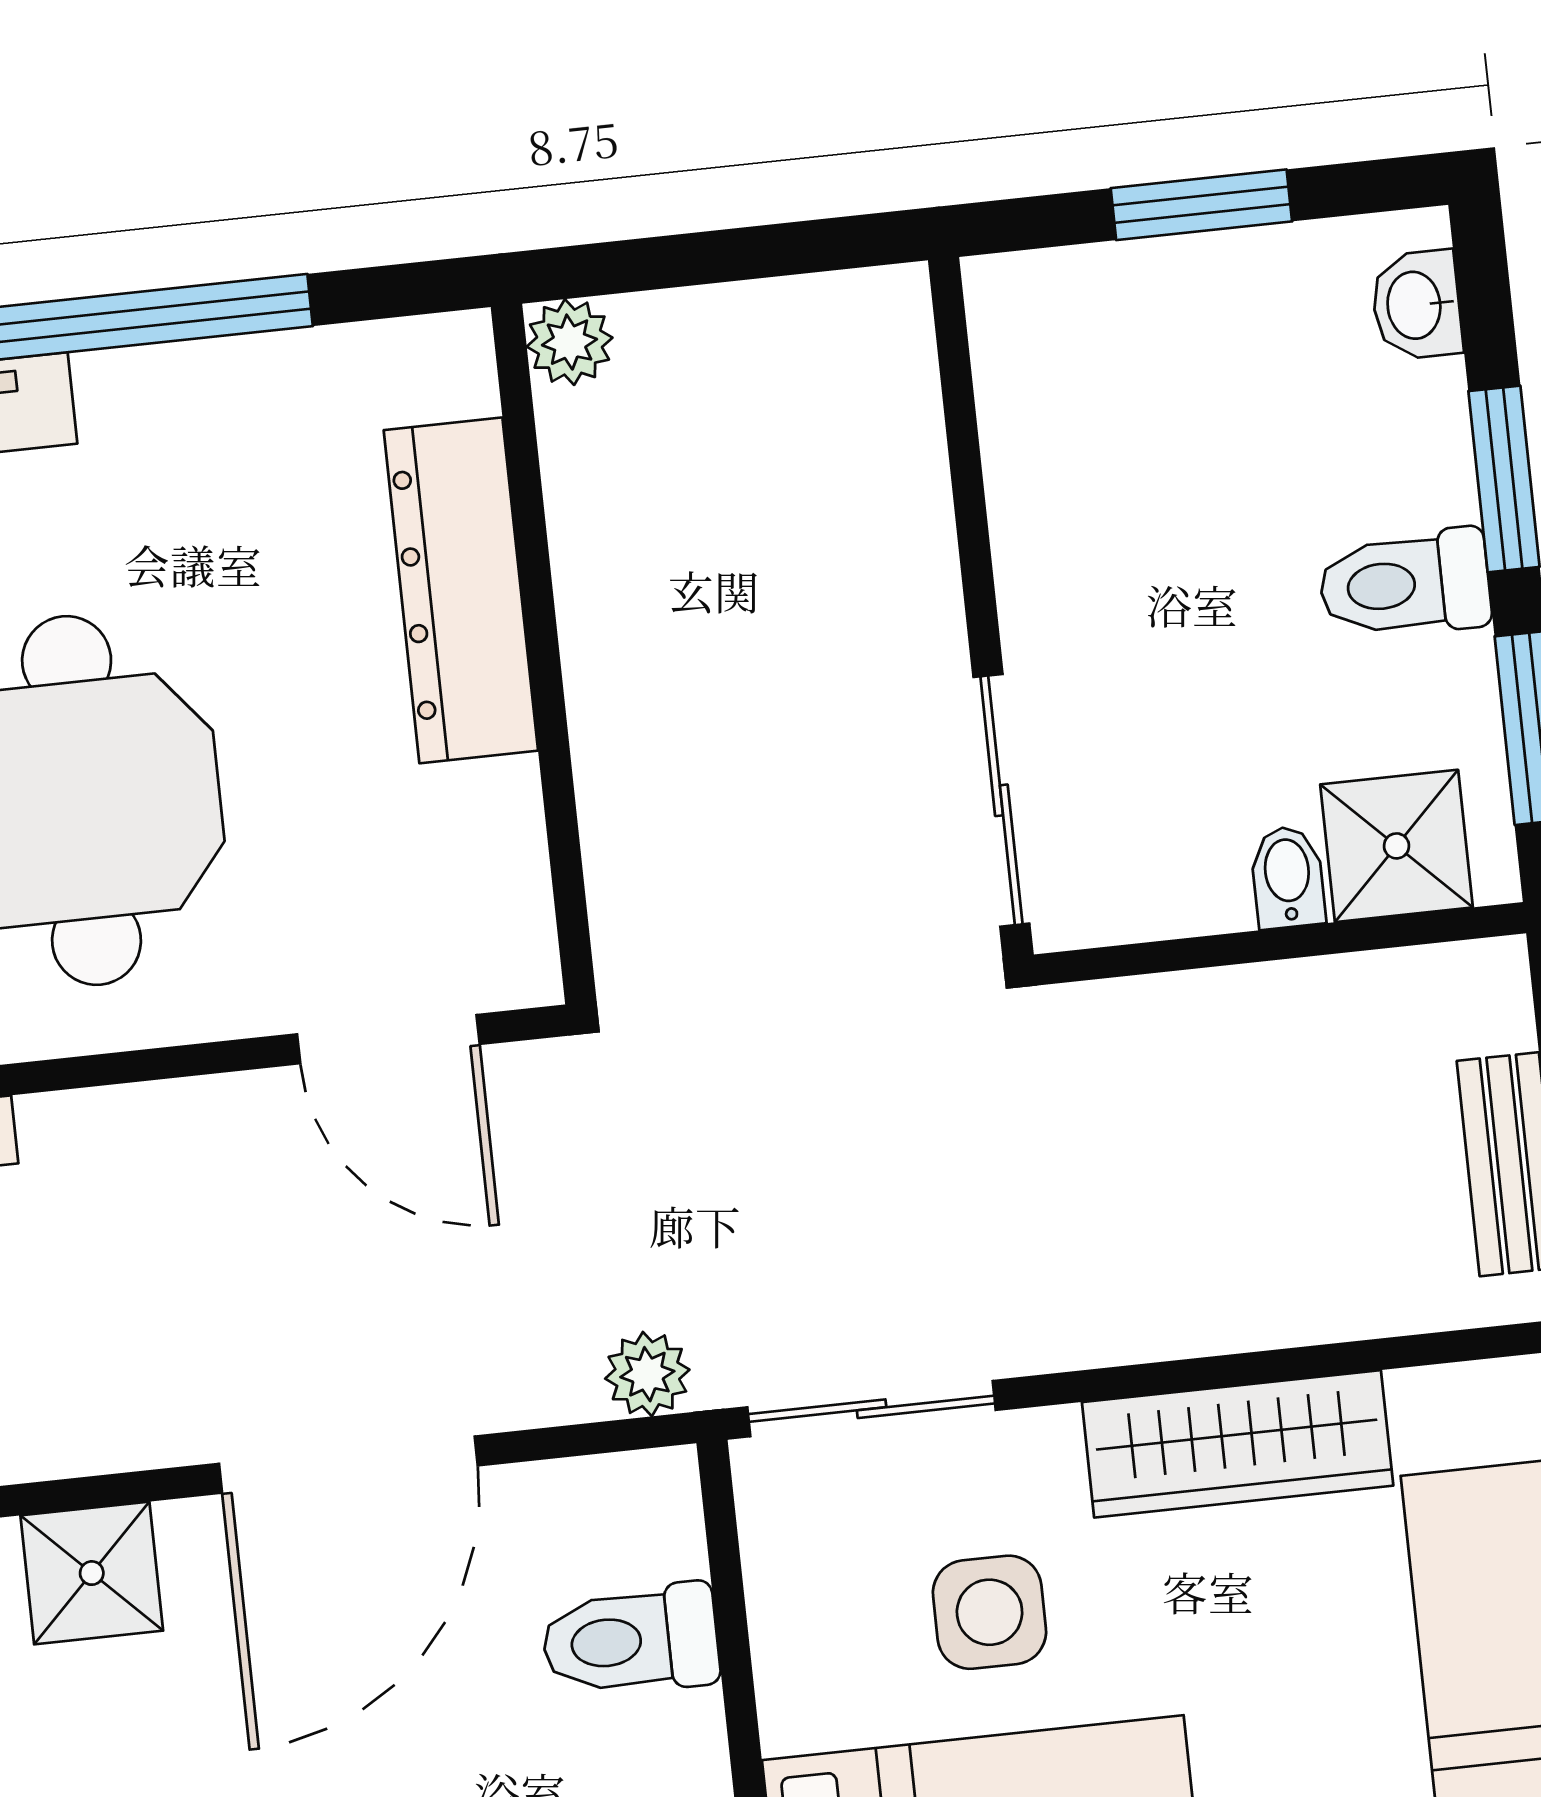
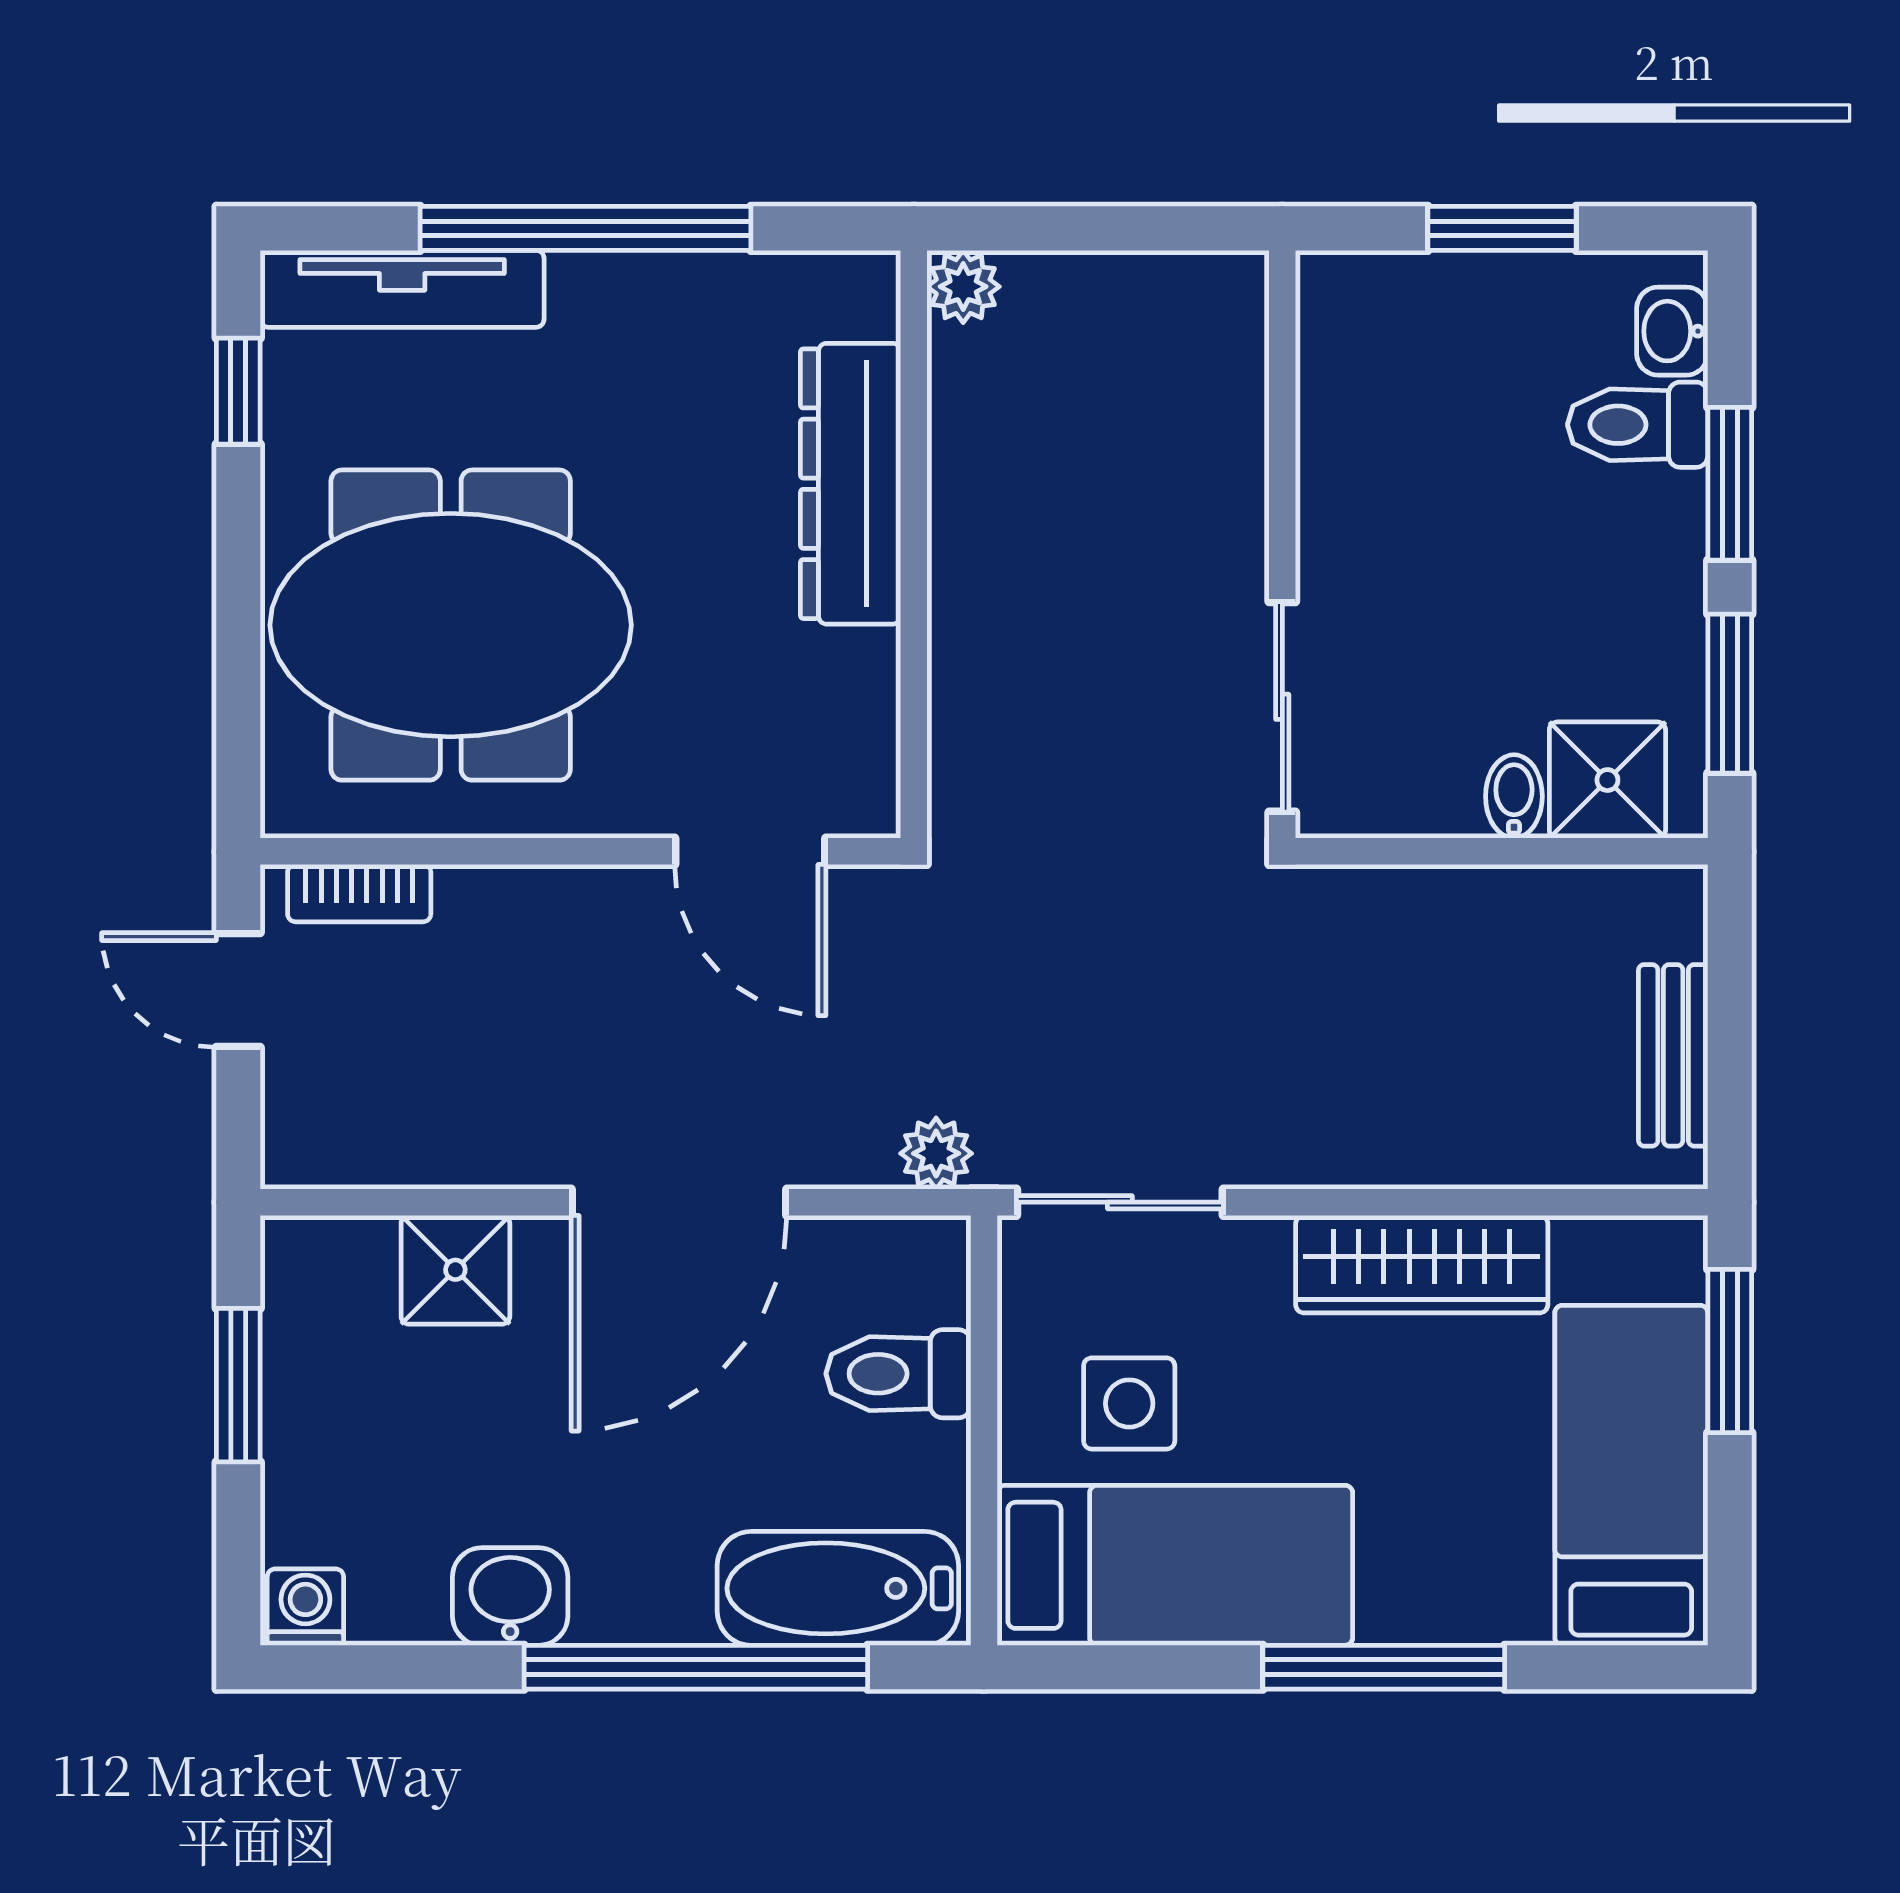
toilet: (1405, 584) -> (1638, 425), moved
side table: (990, 1612) -> (1129, 1403), moved

